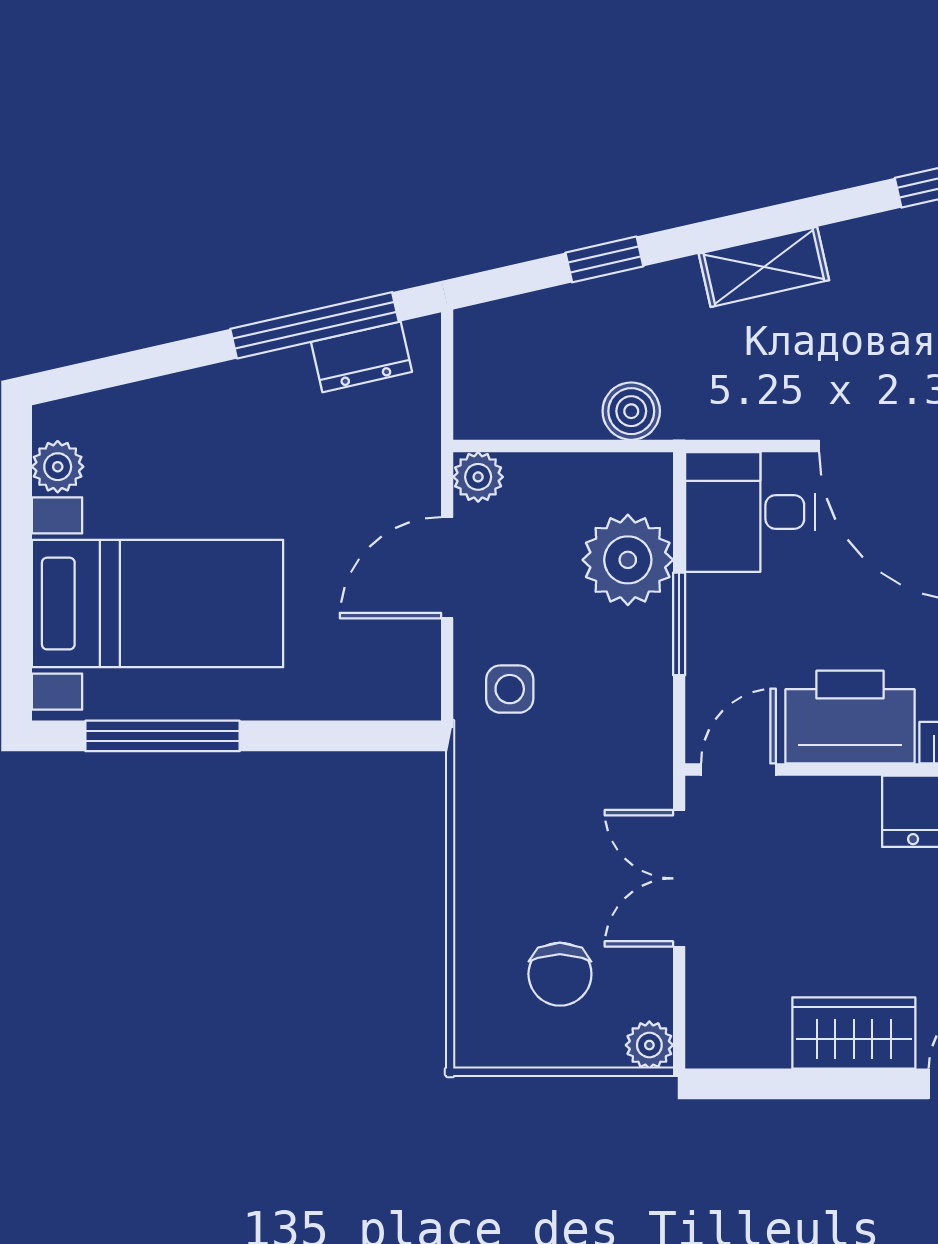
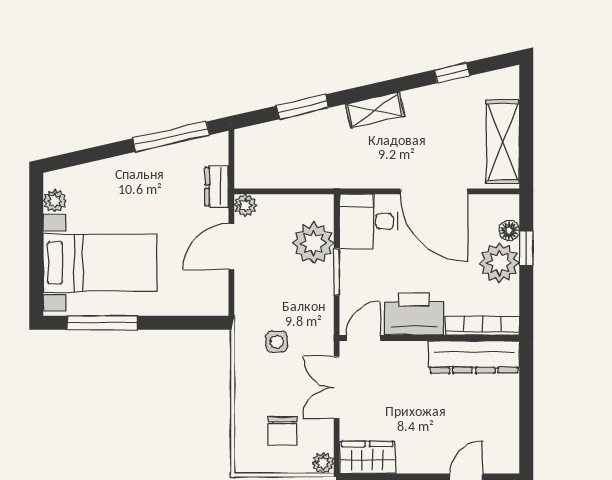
window: (604, 259) -> (303, 107), width x1.50
dresser: (361, 357) -> (217, 187), moved, turned 103
boiler: (631, 411) -> (315, 176), removed
side table: (510, 689) -> (277, 342), moved
wardrobe: (854, 1033) -> (367, 457), moved

